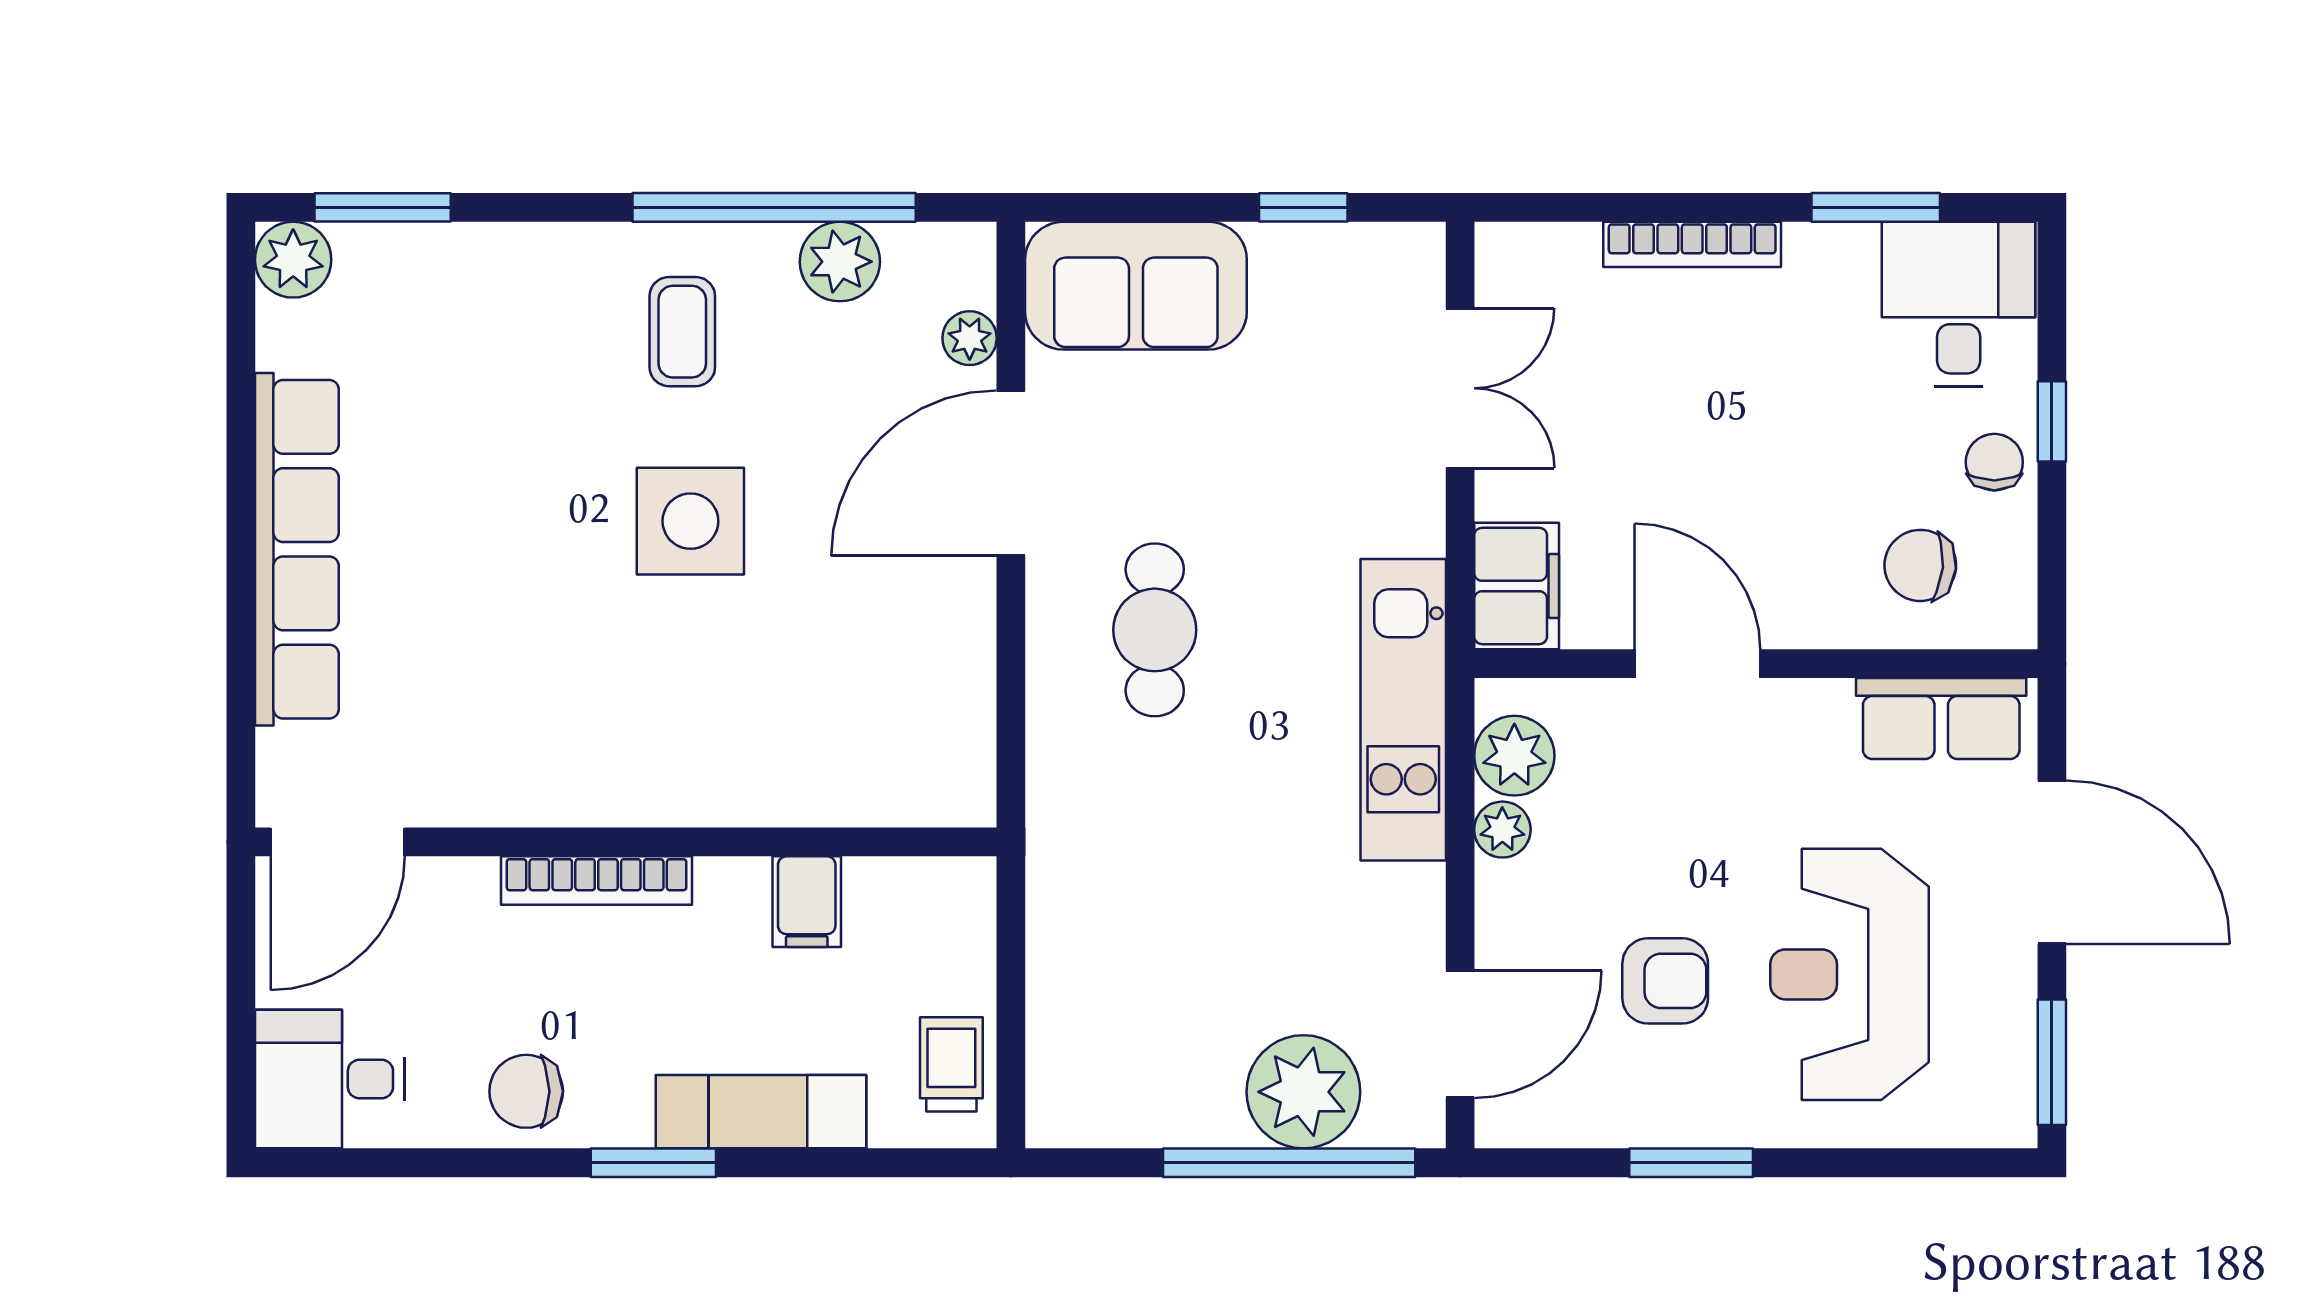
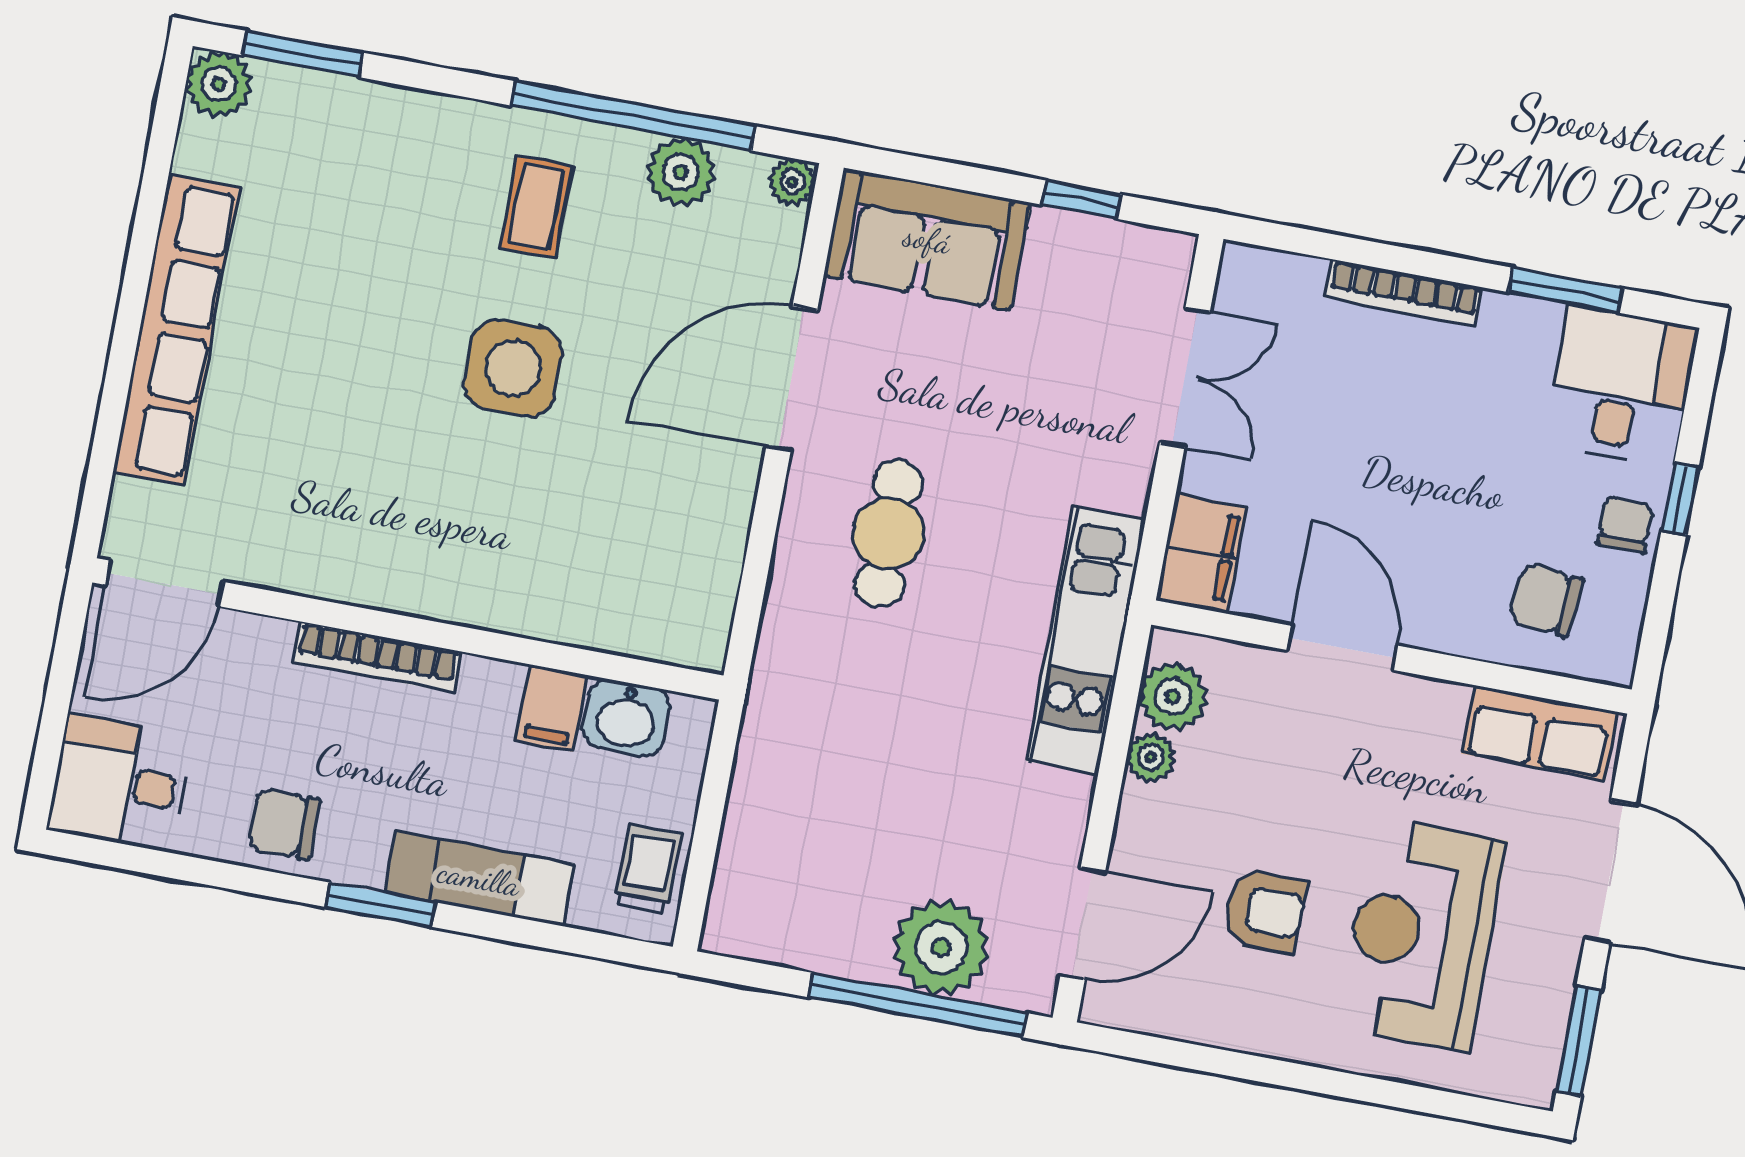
plant: (970, 338) -> (792, 182), moved
washbasin: (894, 897) -> (626, 718), added
window: (1691, 1163) -> (1258, 1069), removed

